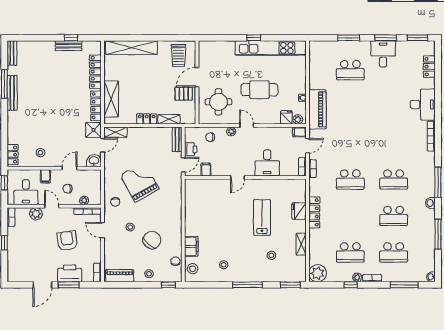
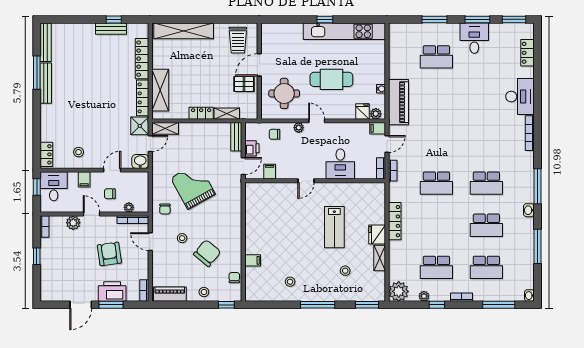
bench: (12, 53) -> (46, 42), width x1.36
desk: (26, 192) -> (54, 186), moved, turned 180
fridge: (299, 211) -> (377, 235), moved
lab bench: (262, 217) -> (334, 227), turned 180
filing cabinet: (191, 246) -> (253, 260), width x0.50
stool: (193, 269) -> (254, 286), removed
plant: (357, 277) -> (424, 296), moved

